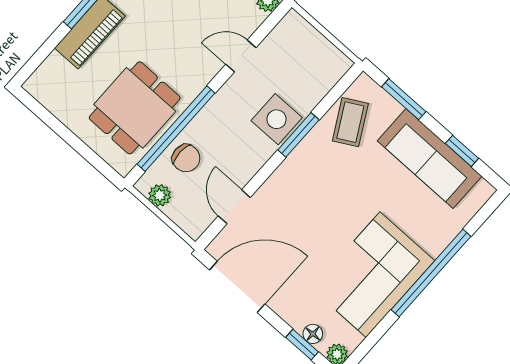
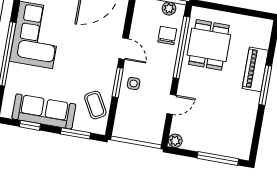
side table: (277, 119) -> (134, 83), width x0.54, depth x0.54
chair: (186, 158) -> (167, 35), turned 90
door: (234, 207) -> (124, 49), moved

